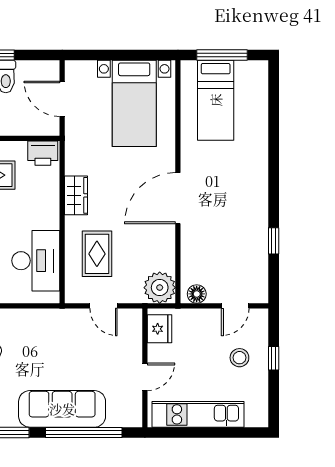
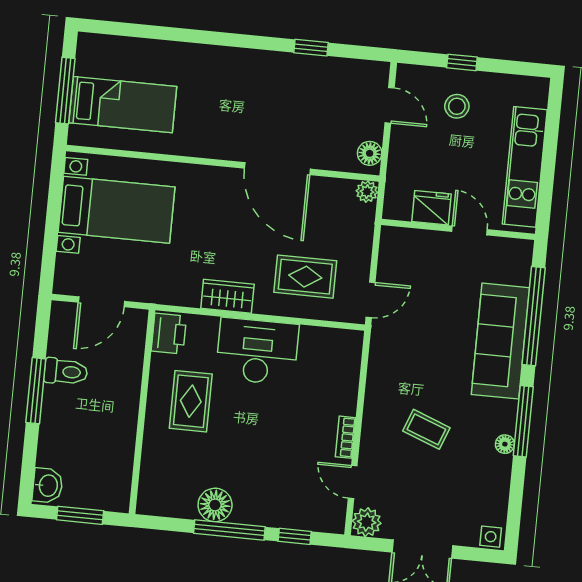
door: (178, 198) -> (277, 169), moved
desk: (36, 261) -> (257, 351), moved
plant: (160, 288) -> (367, 192), width x0.53, depth x0.53
door: (104, 306) -> (371, 300), moved
fridge: (159, 329) -> (432, 208), moved

